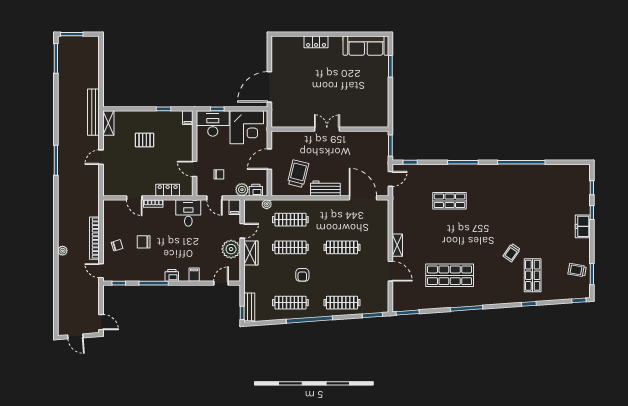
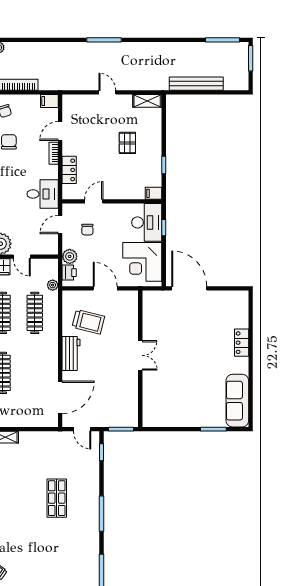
bench: (93, 112) -> (196, 84), moved
filing cabinet: (235, 207) -> (49, 101), moved

